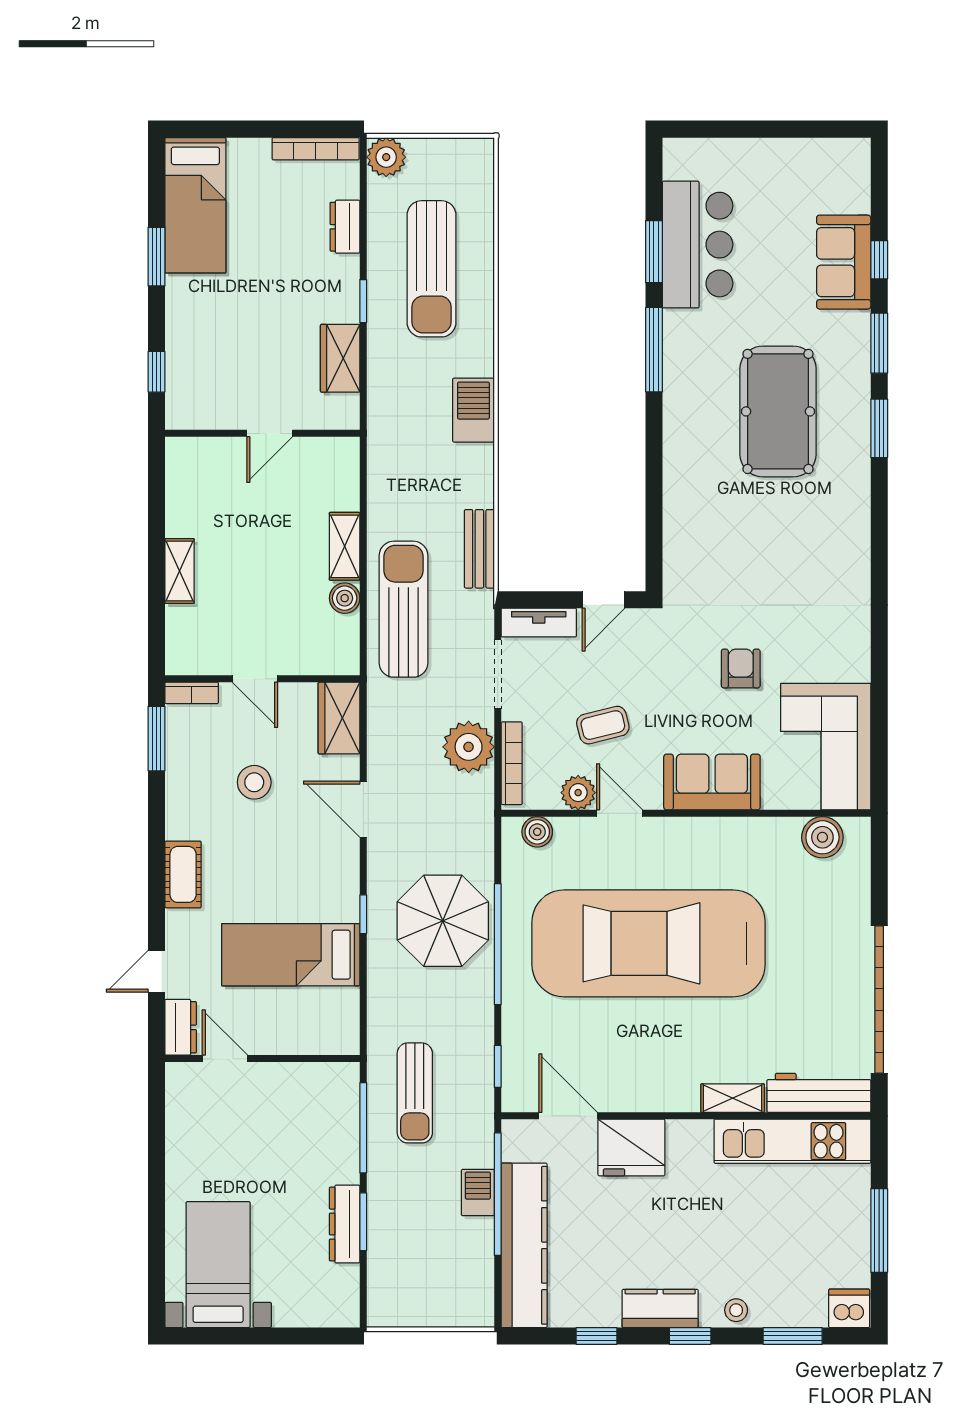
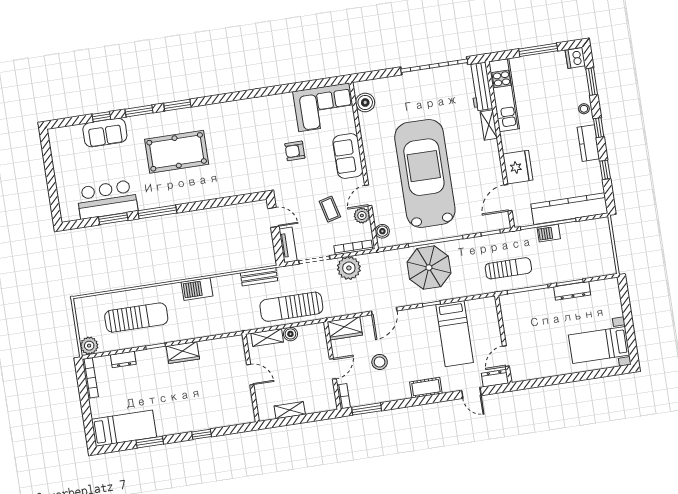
wall: (262, 433) -> (251, 378), moved
door: (270, 433) -> (250, 375), moved
car: (649, 943) -> (425, 173), turned 180

